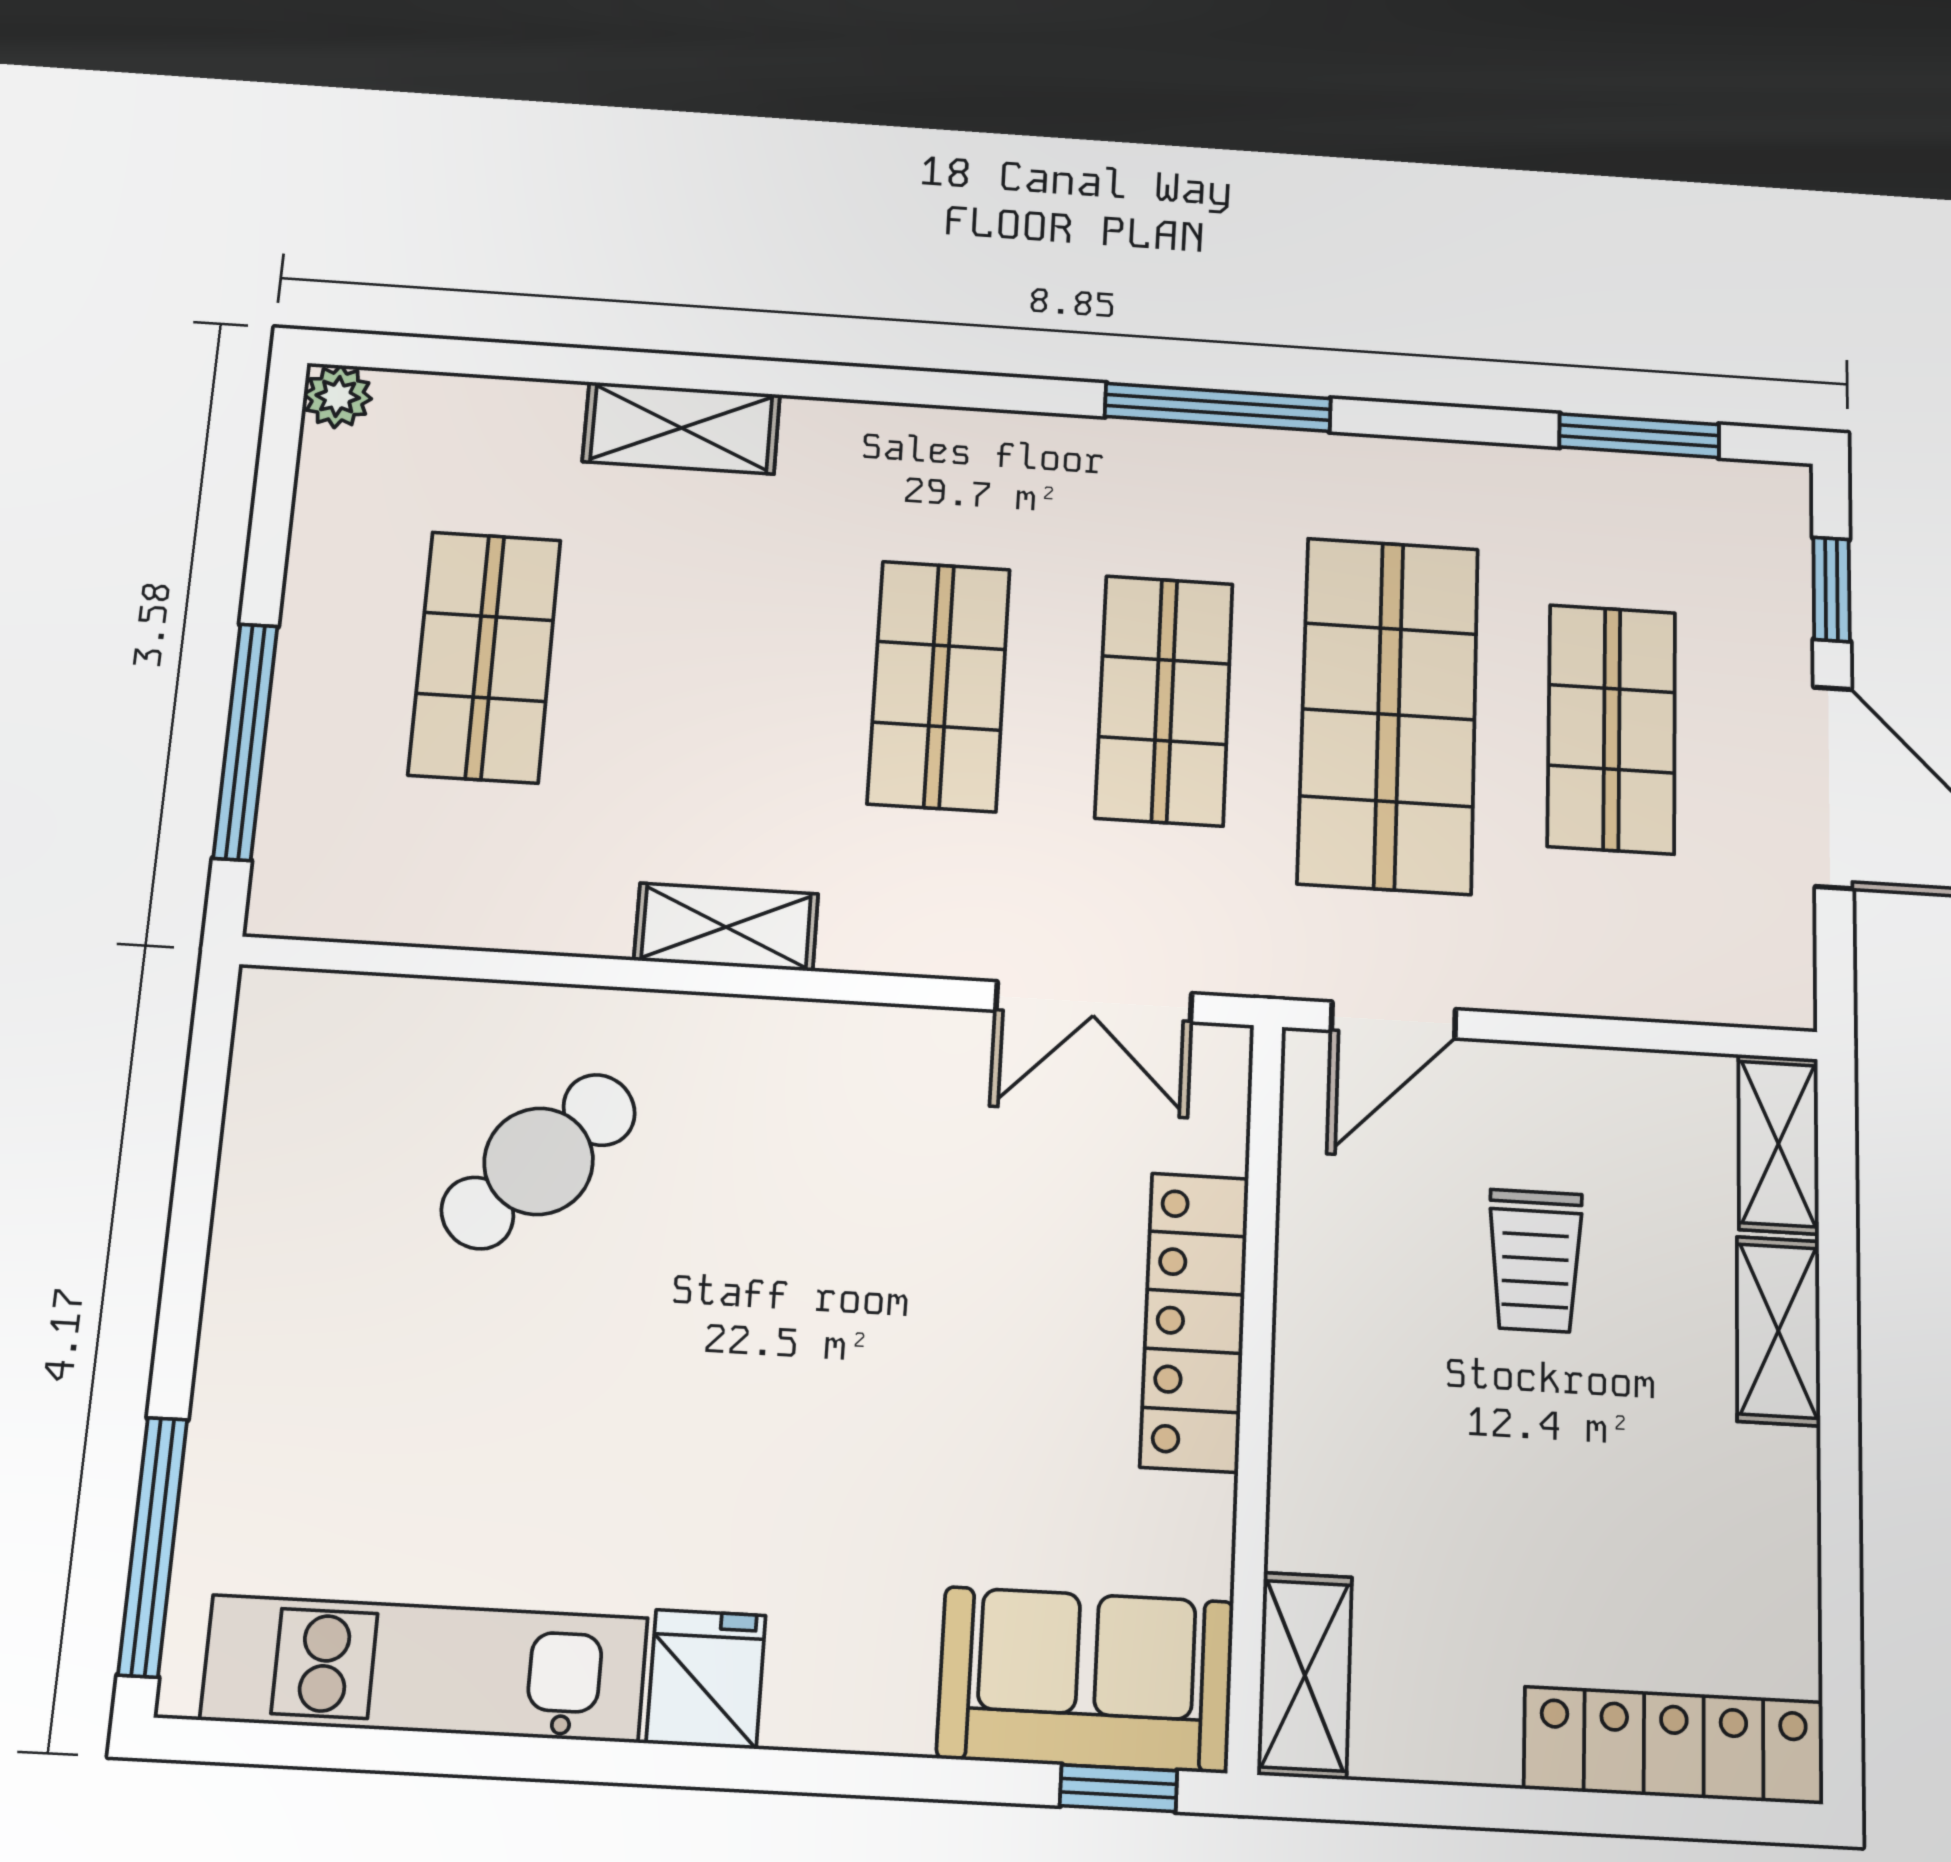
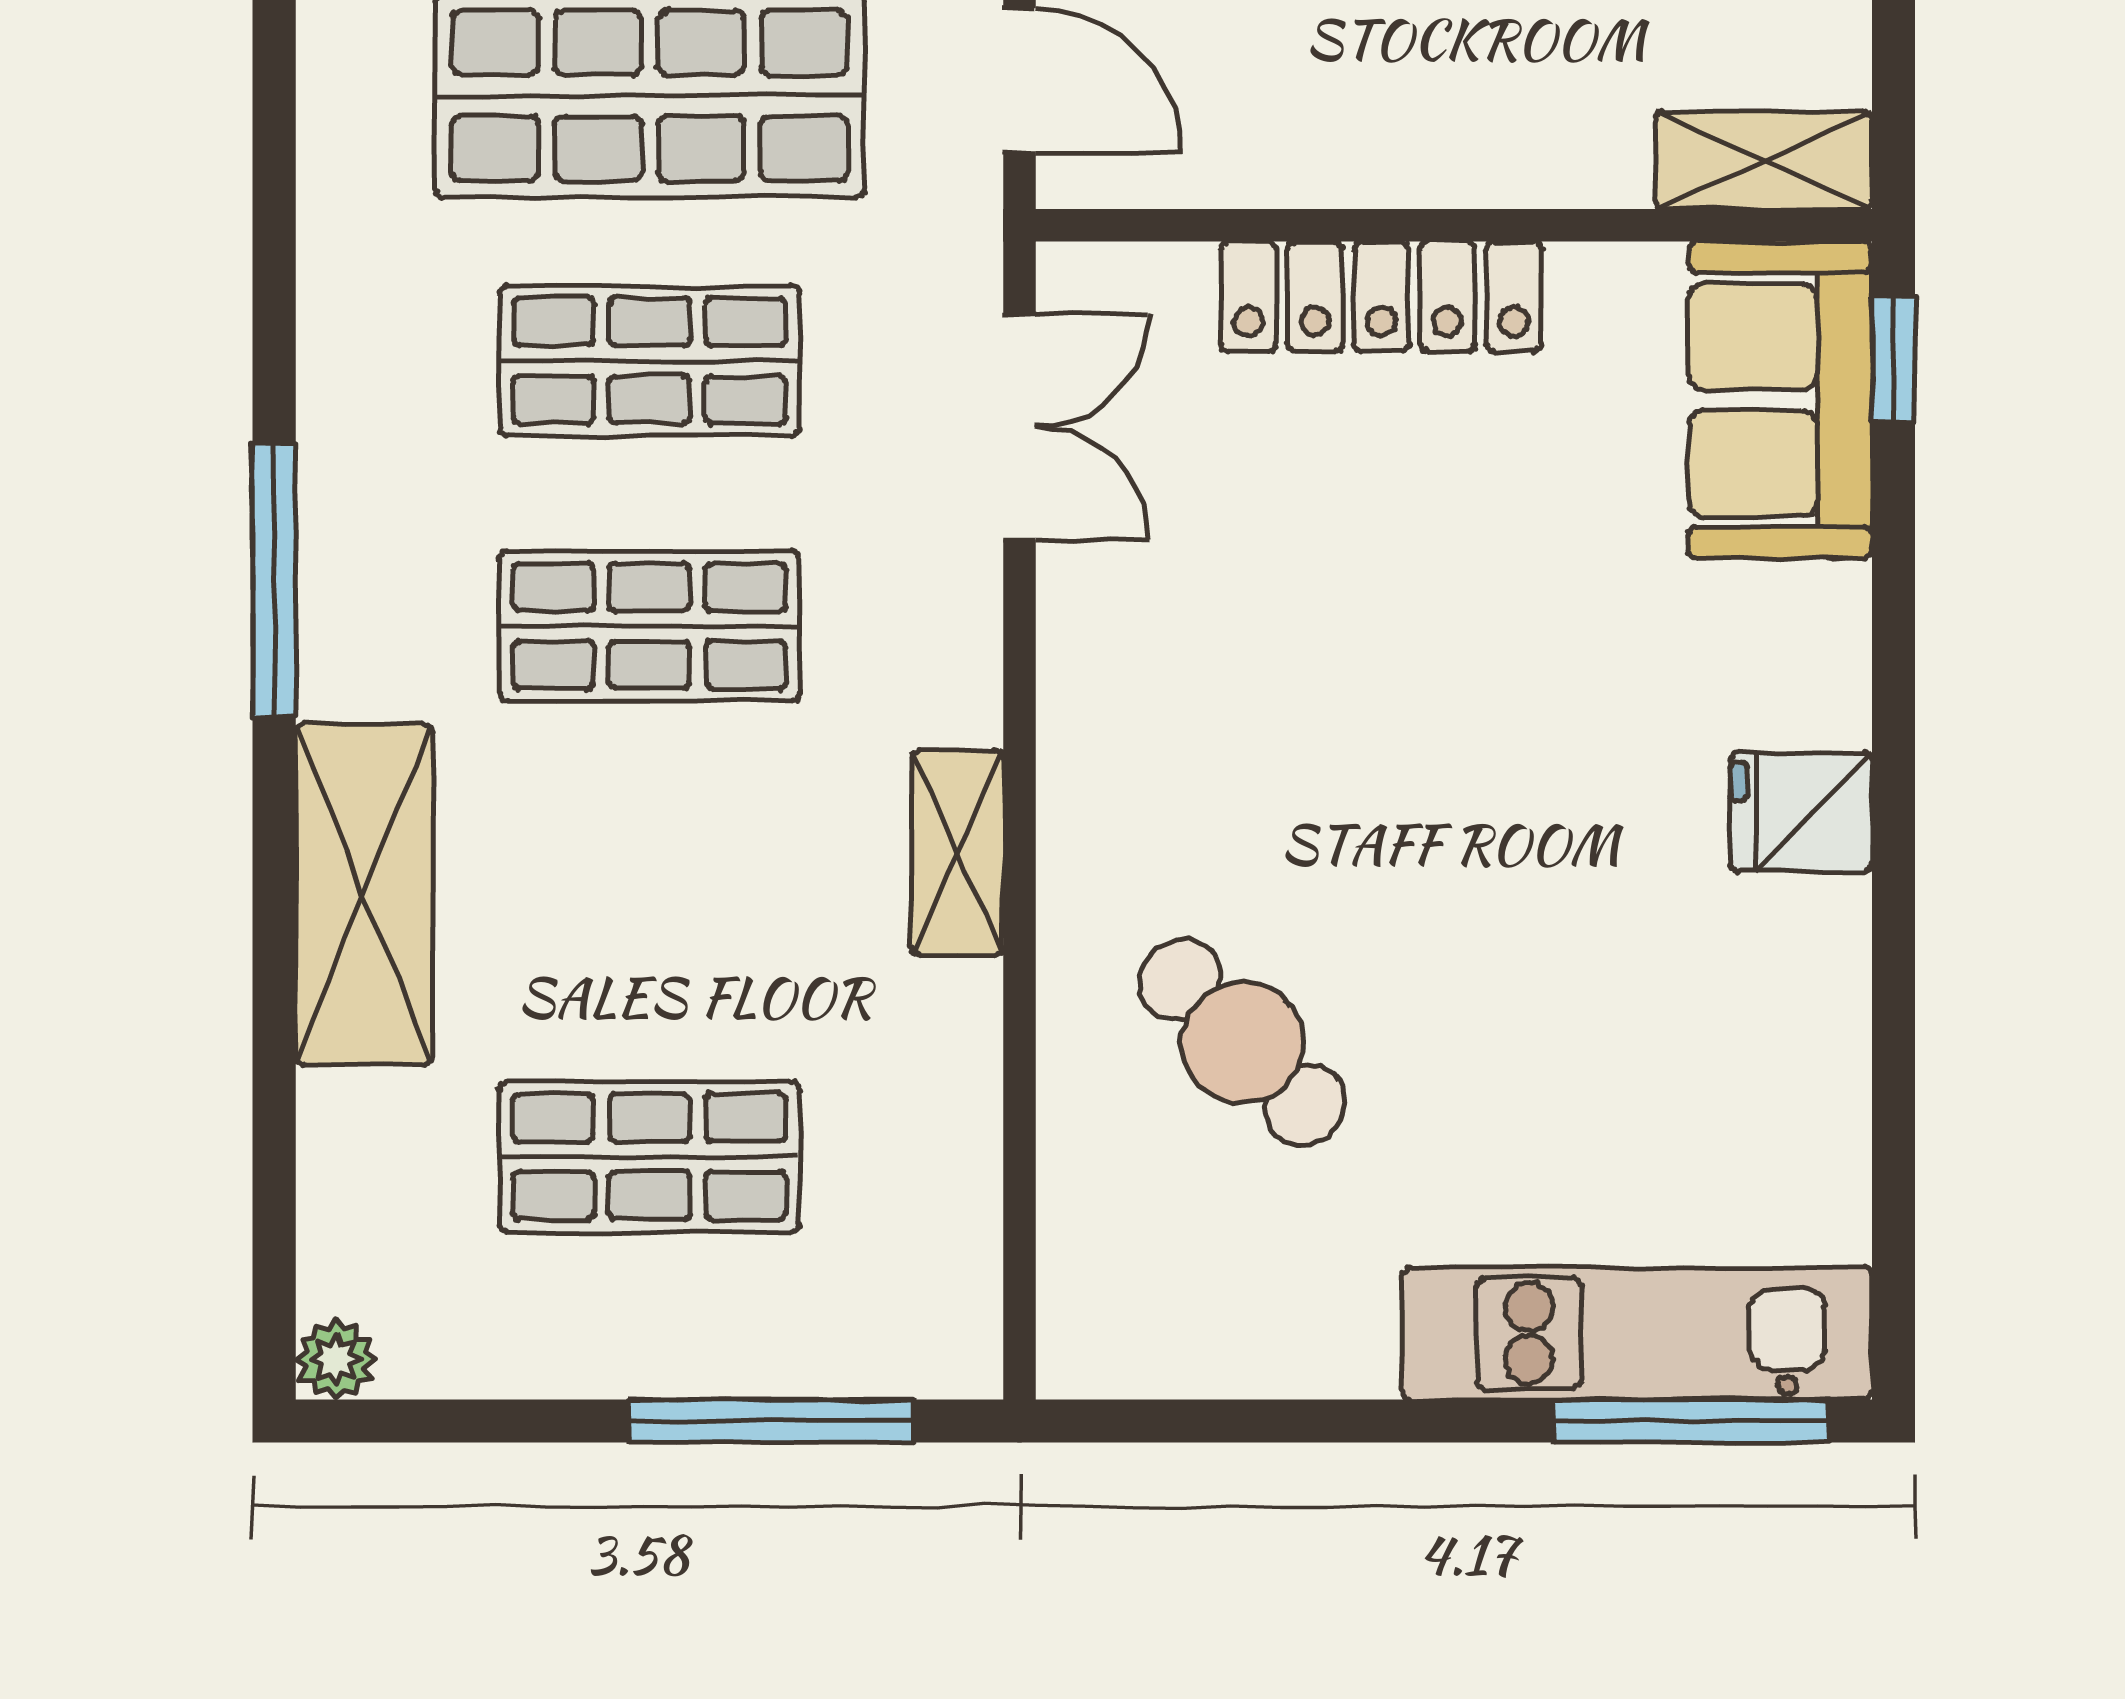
window: (1218, 407) -> (274, 580), moved
shelving: (681, 428) -> (364, 894), width x1.50, depth x1.33
kitchen unit: (425, 1669) -> (1637, 1333), moved, turned 90

